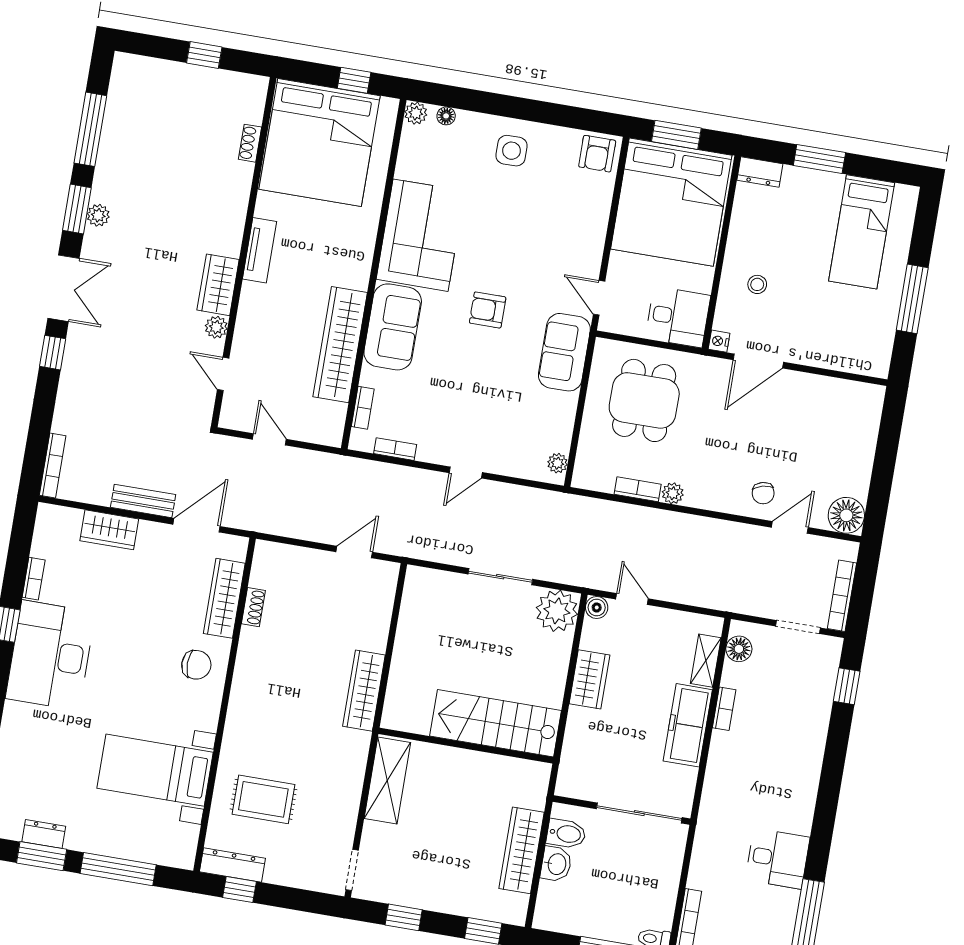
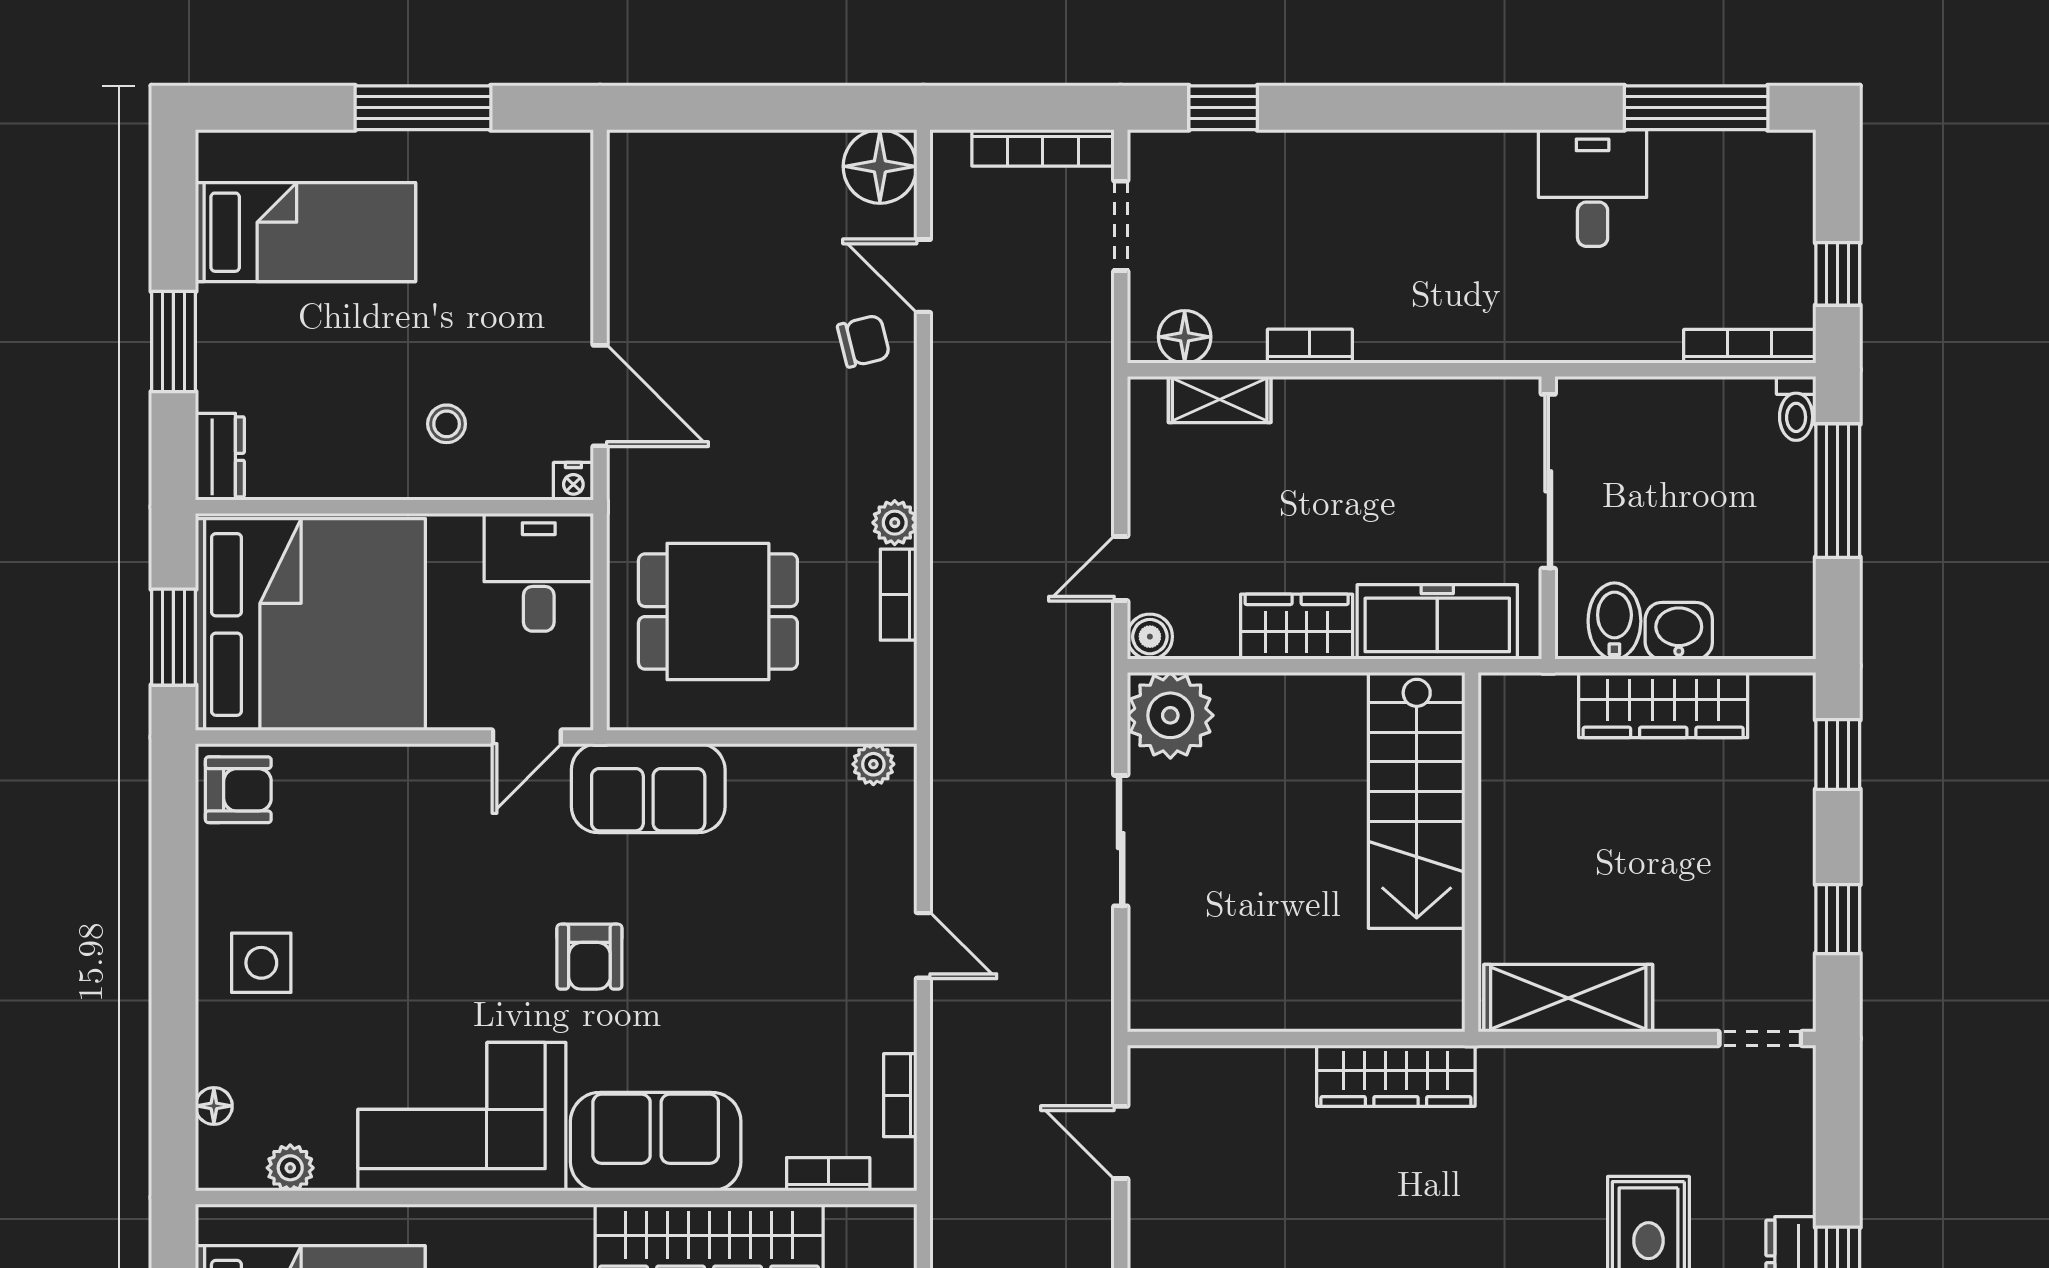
plant: (416, 113) -> (290, 1168), moved
freezer: (688, 725) -> (1437, 622), moved, turned 180

